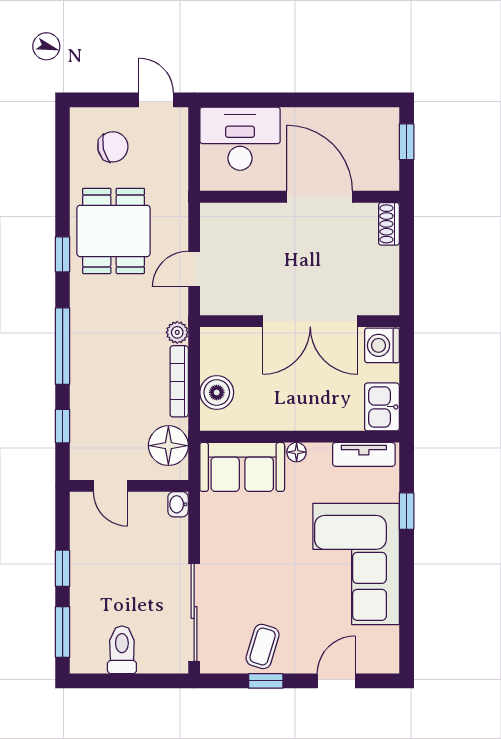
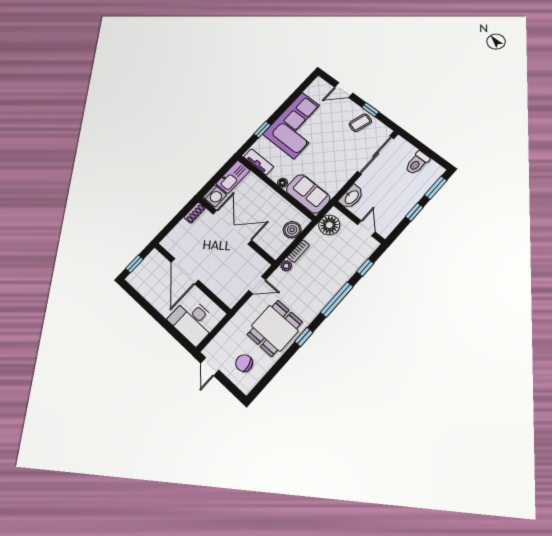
shoe rack: (389, 224) -> (194, 213), moved
bookcase: (179, 381) -> (298, 251), width x0.64
kitchen sink: (382, 407) -> (233, 177), width x1.38
washbasin: (178, 504) -> (351, 197), width x1.91, depth x1.45

